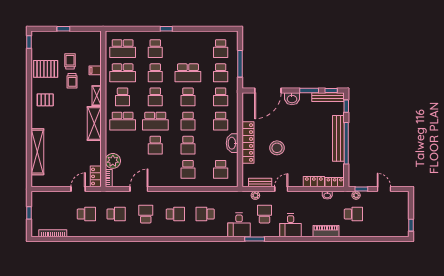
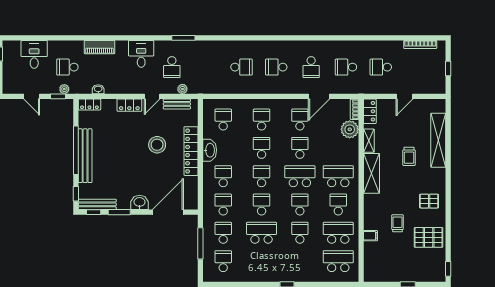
school desk: (155, 49) -> (300, 120), moved
trolley: (70, 61) -> (409, 156), moved
shelving: (97, 96) -> (369, 141), moved
locker: (314, 182) -> (129, 105), moved
door: (78, 189) -> (405, 96), moved
desk: (239, 225) -> (34, 54), moved

